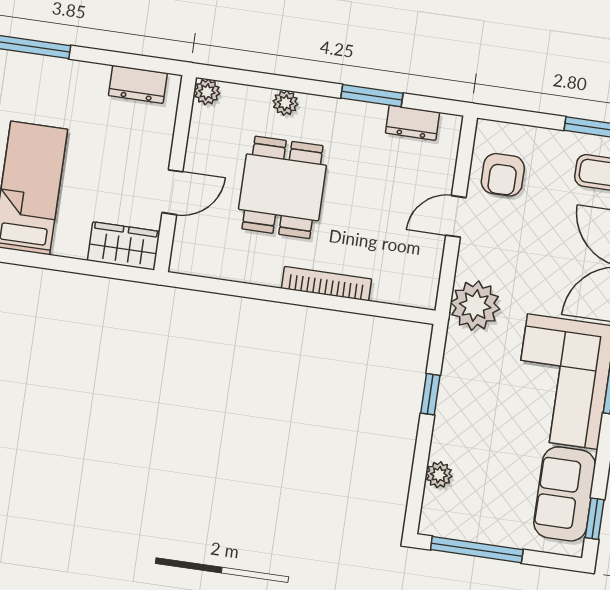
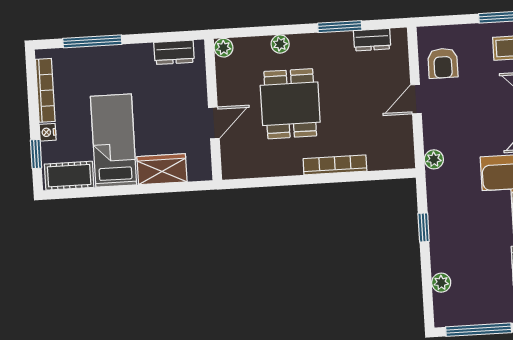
wardrobe: (124, 246) -> (162, 169), moved
plant: (475, 306) -> (434, 159), width x0.53, depth x0.53

